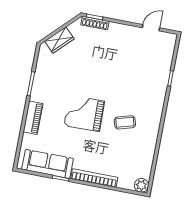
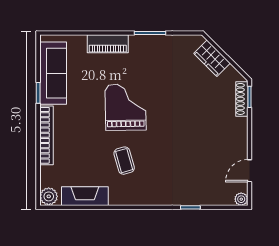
door: (151, 28) -> (249, 171), swing flipped
plant: (172, 38) -> (241, 199), added
fireplace: (146, 158) -> (85, 196), added

